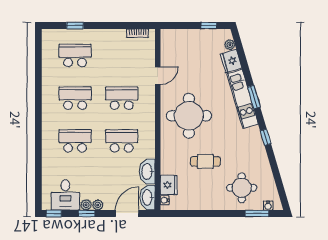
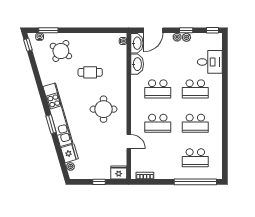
window: (75, 26) -> (195, 182), width x3.17
window: (209, 26) -> (99, 182), moved
door: (158, 76) -> (129, 141), swing flipped
kitchen unit: (243, 99) -> (58, 115), width x1.36
round table: (189, 116) -> (103, 109), width x0.73, depth x0.73
window: (266, 137) -> (28, 45), moved
fridge: (169, 185) -> (119, 173), moved, turned 90
round table: (242, 188) -> (61, 51), turned 33
desk: (65, 195) -> (210, 62), moved, turned 90

